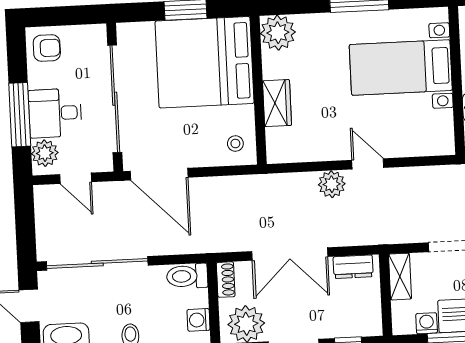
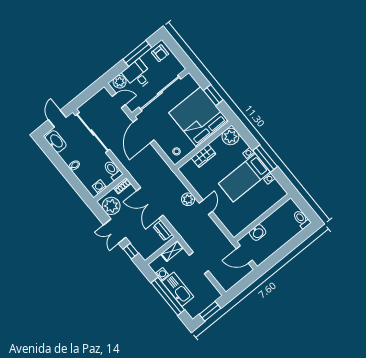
bed with nightstands: (401, 67) -> (244, 178), moved, turned -90
window: (20, 115) -> (137, 53), moved
door: (76, 178) -> (119, 101), swing flipped

